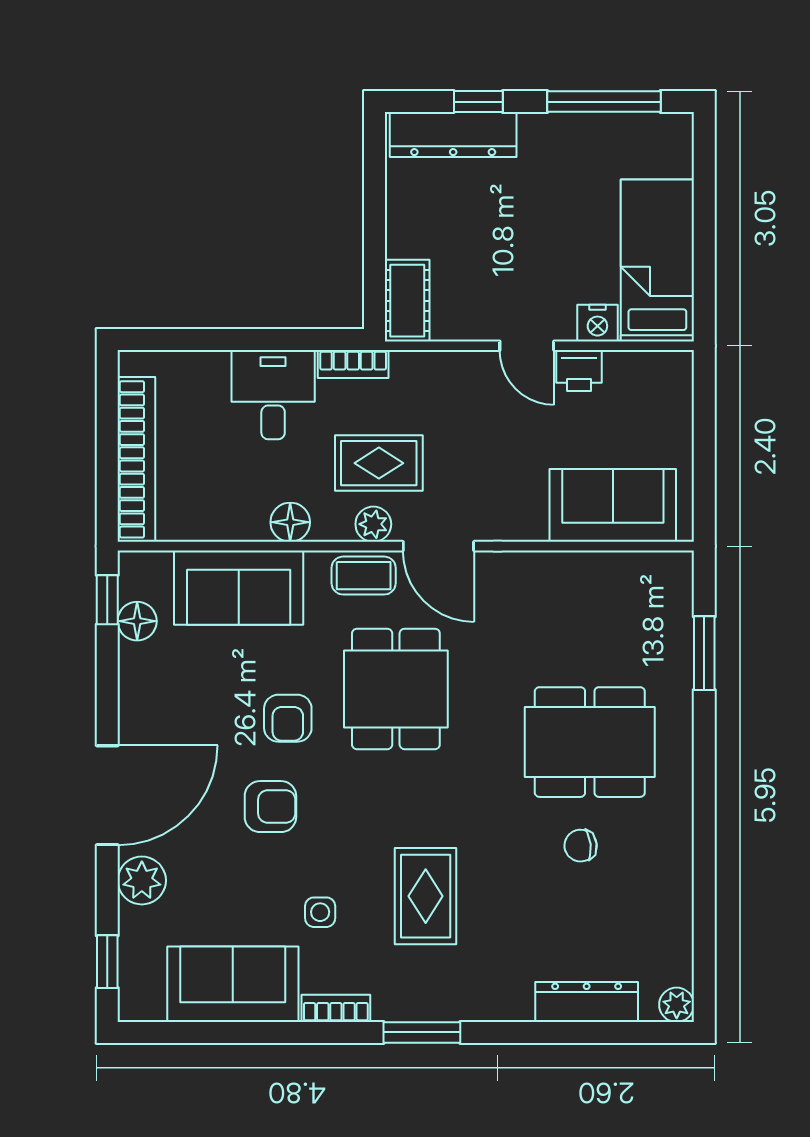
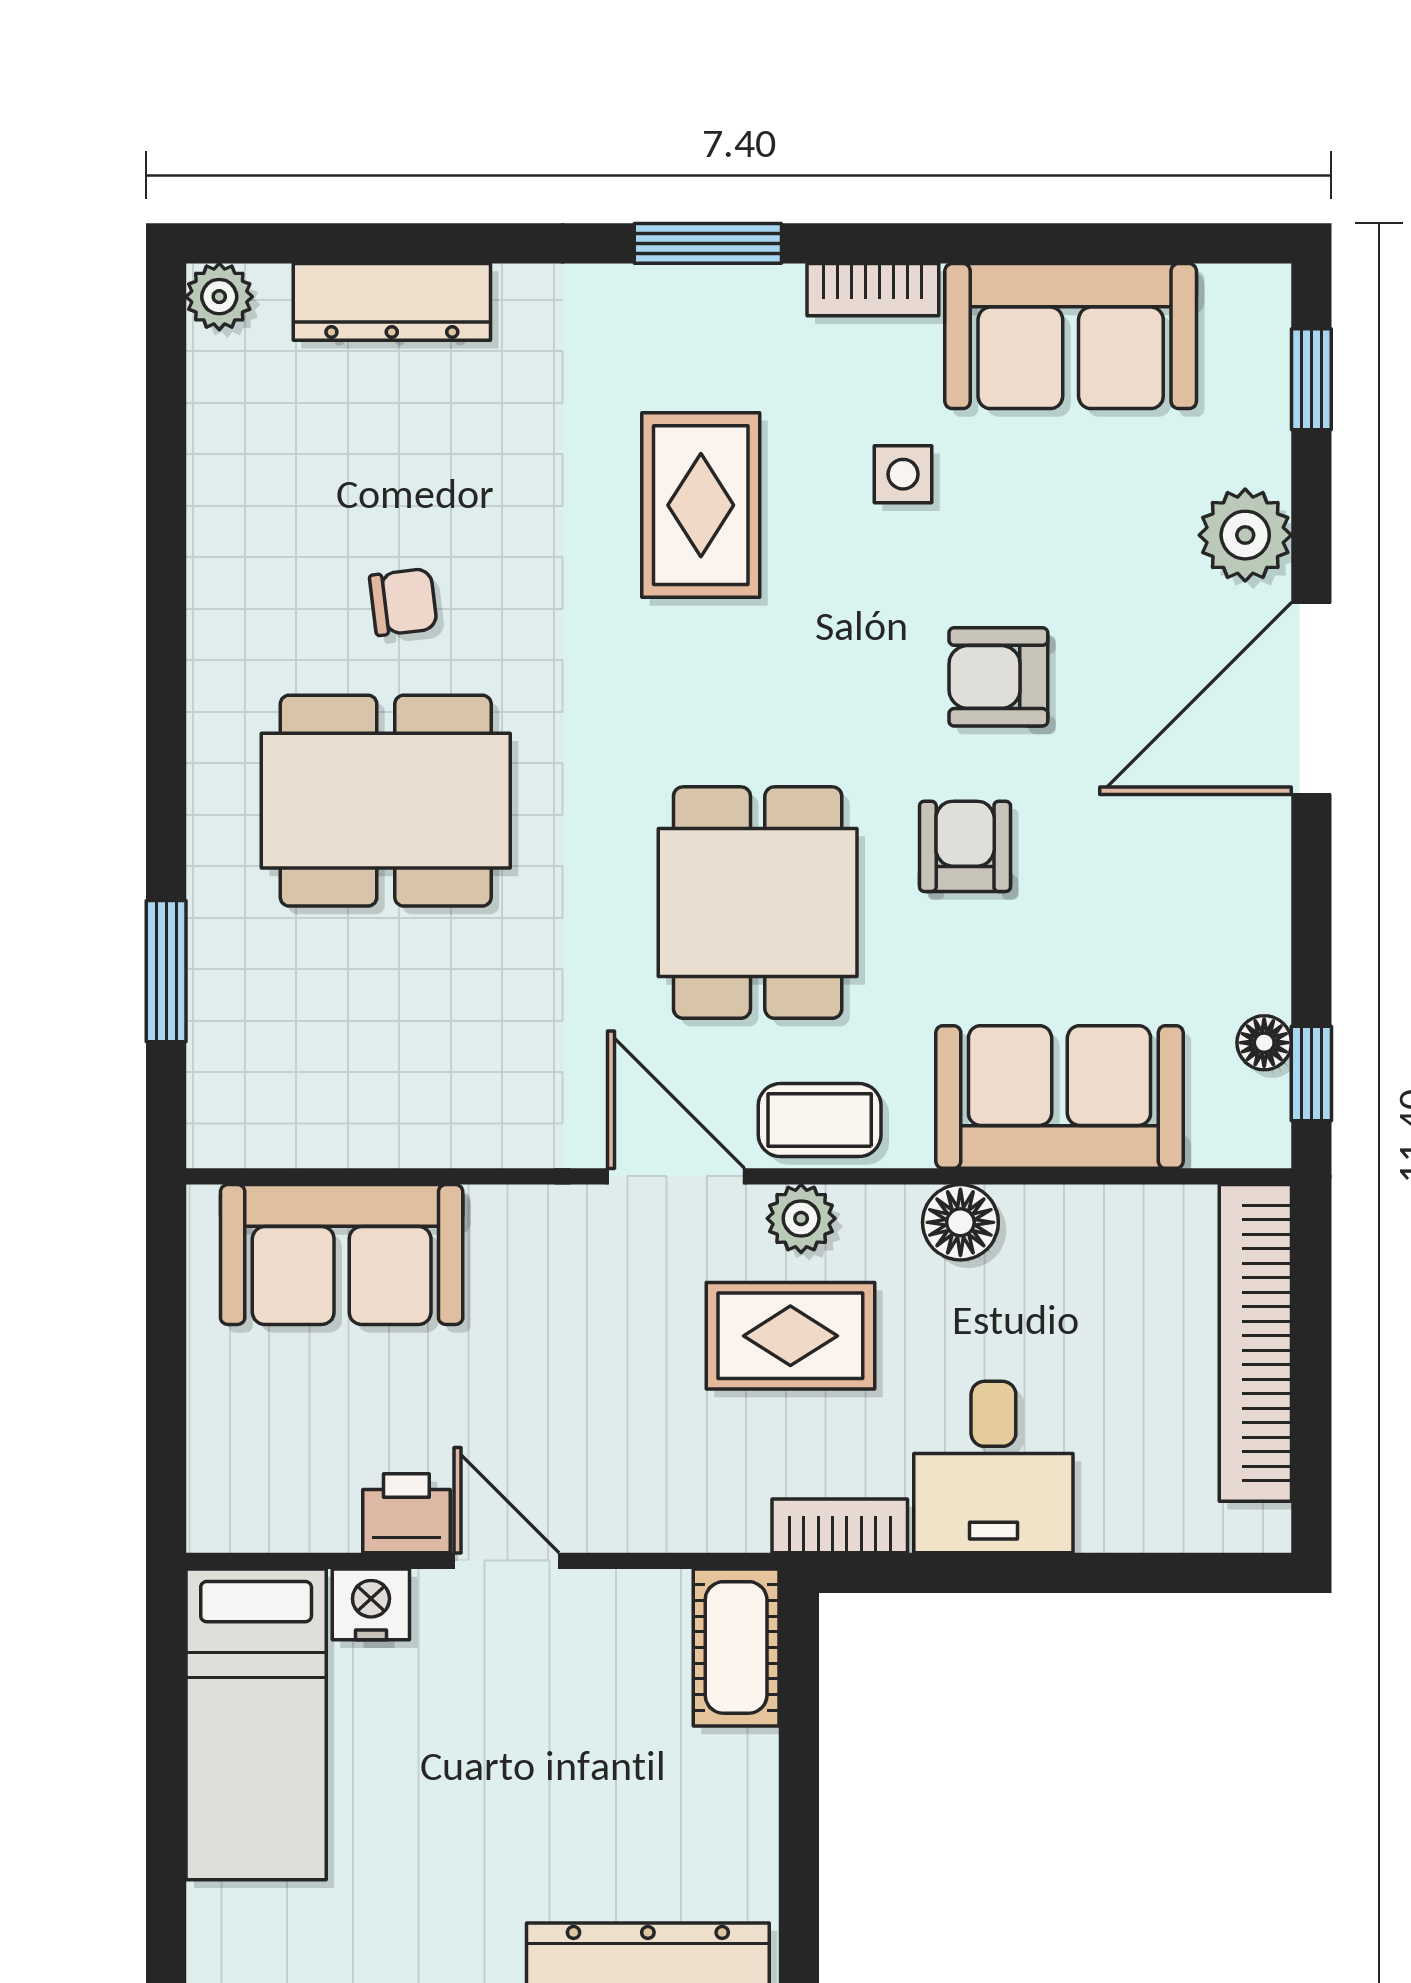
floor lamp: (137, 621) -> (1264, 1043), width x0.73, depth x0.73

